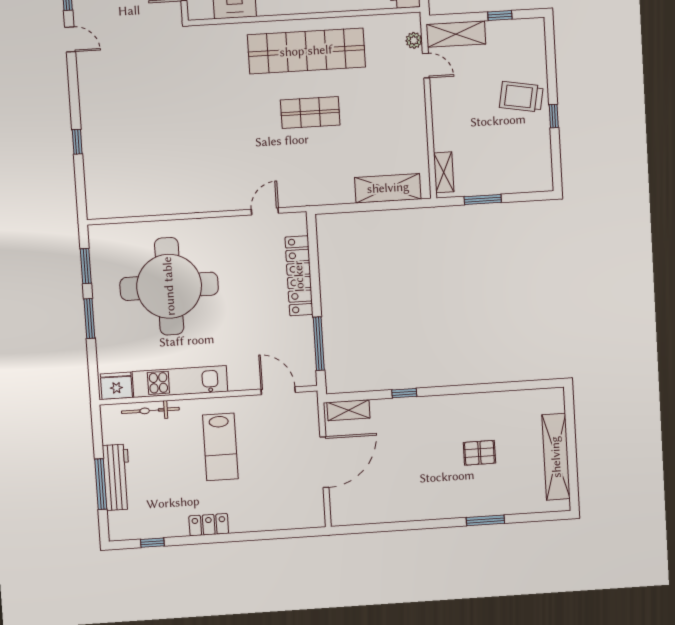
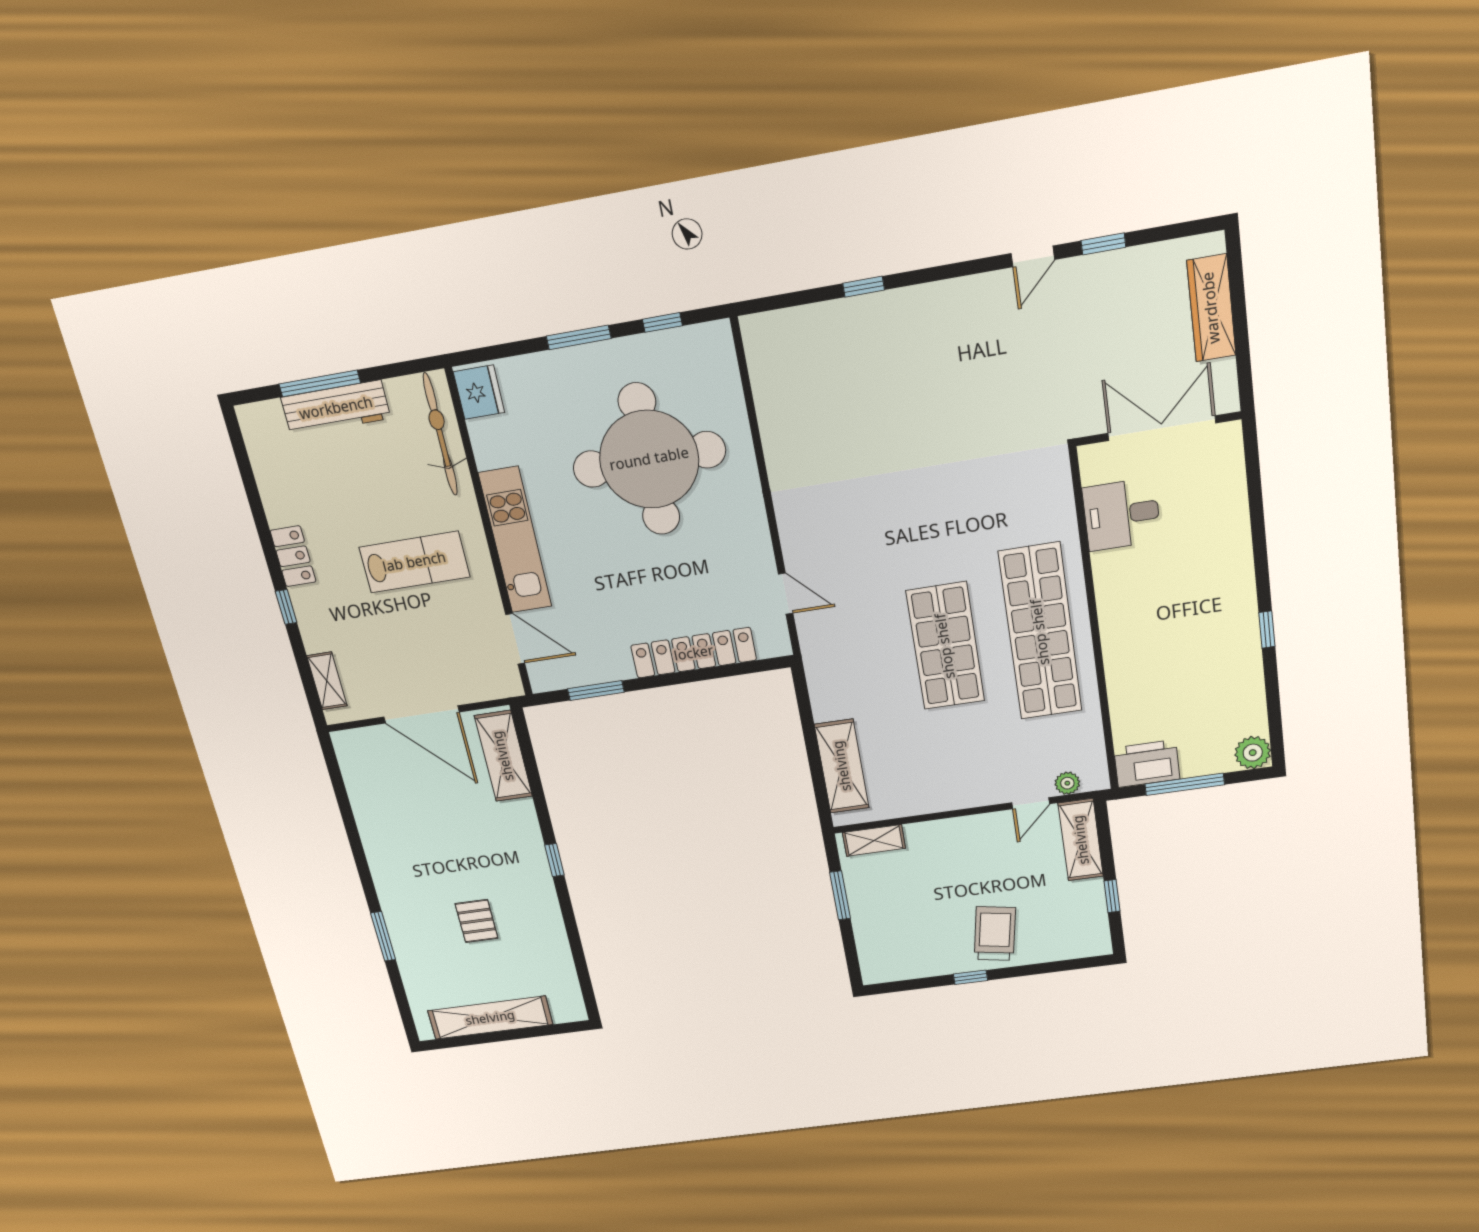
shop shelf: (310, 112) -> (945, 646), width x1.43, depth x1.36
window: (86, 266) -> (662, 322), width x0.67
window: (319, 344) -> (596, 691), width x0.69
kitchen unit: (180, 381) -> (515, 540), moved
door: (278, 391) -> (515, 639), hinge flipped
window: (404, 393) -> (554, 860), moved
bicycle: (150, 410) -> (440, 435), width x1.37, depth x1.40
shelving: (348, 410) -> (503, 756), width x1.50, depth x1.33
lab bench: (220, 447) -> (414, 562), turned 180
shelving: (295, 520) -> (327, 681), added
window: (152, 543) -> (286, 607), moved

